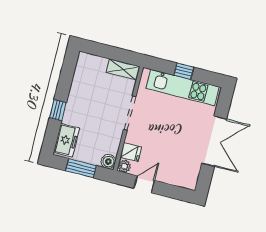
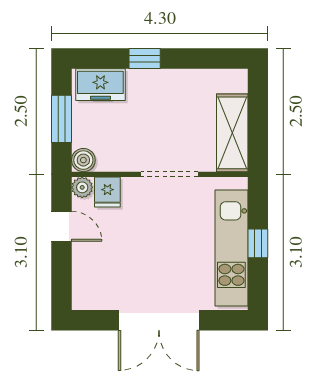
shelving: (123, 69) -> (232, 133), width x1.50, depth x1.33

